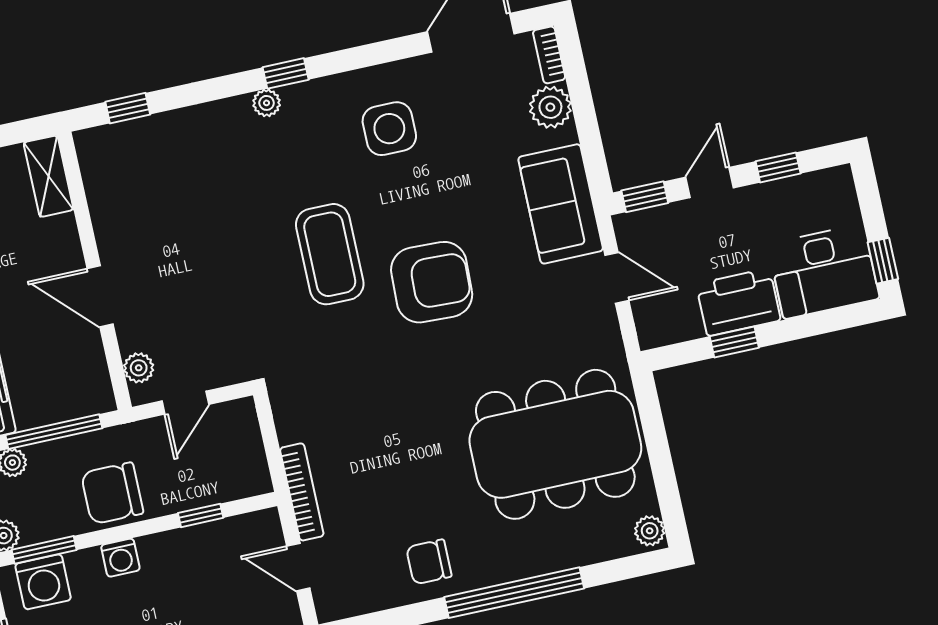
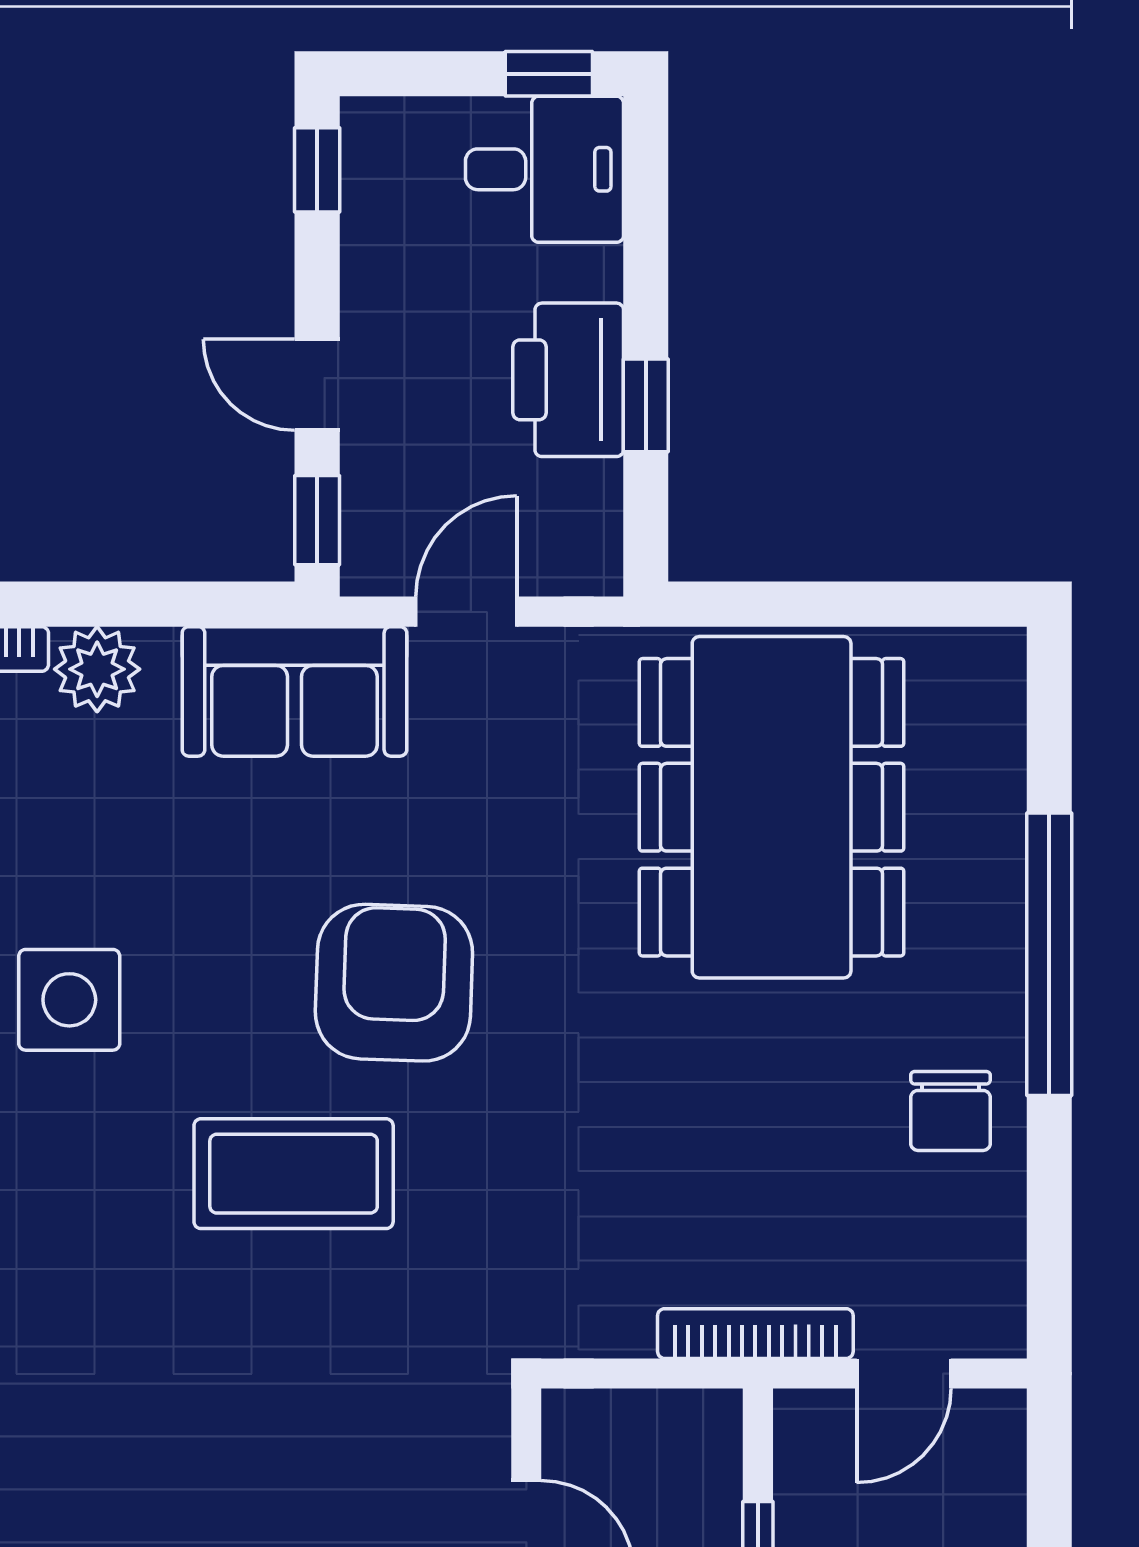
window: (778, 167) -> (317, 170), moved
desk: (824, 271) -> (544, 169), width x0.73
plant: (650, 531) -> (985, 657), removed

